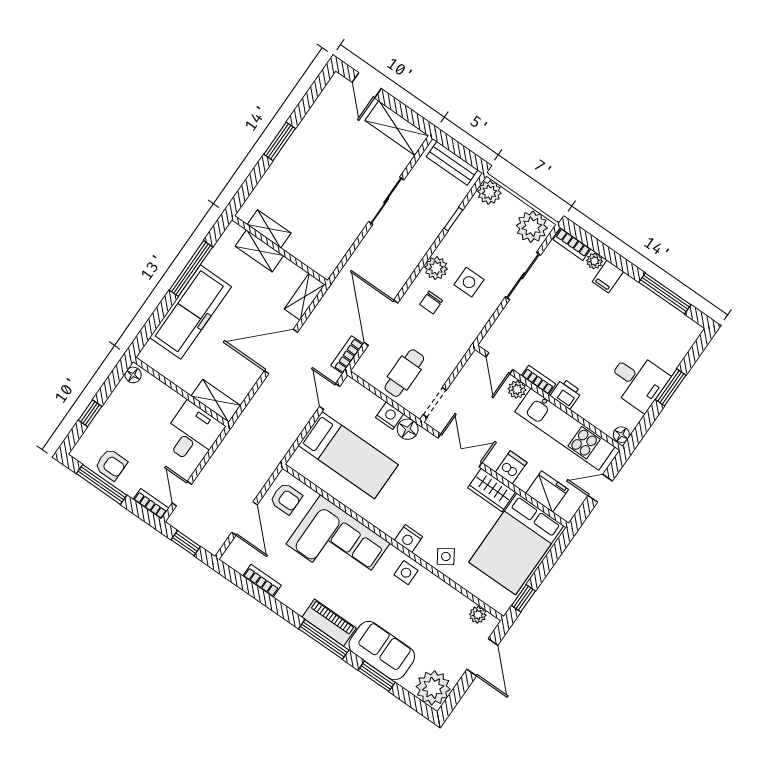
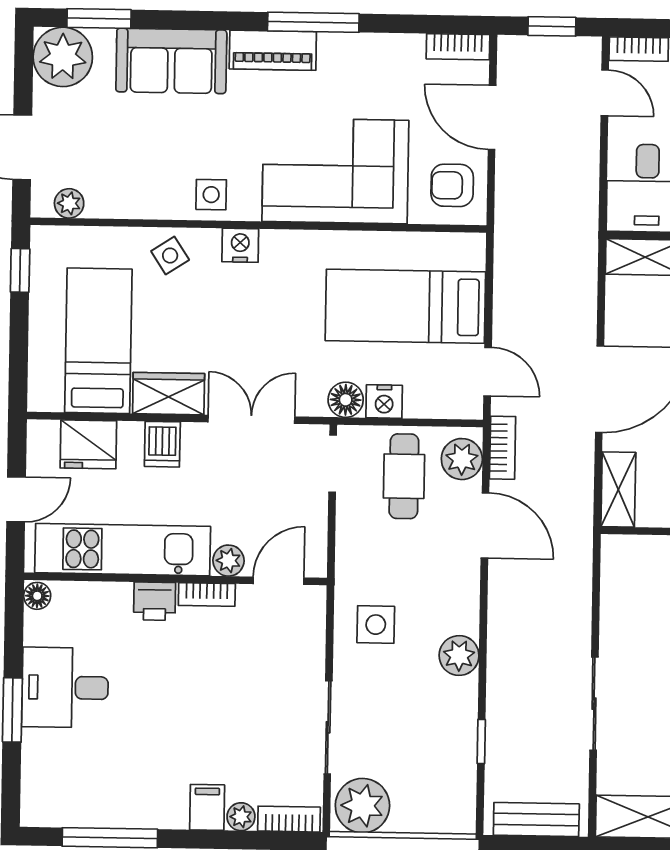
plant: (489, 192) -> (462, 459), moved
side table: (469, 282) -> (376, 625), moved
chair: (431, 303) -> (433, 602), removed
door: (381, 323) -> (485, 525), width x0.73
door: (499, 363) -> (278, 581), hinge flipped
double door: (460, 450) -> (251, 419), swing flipped
bed: (516, 544) -> (98, 341), width x0.67
bookcase: (262, 581) -> (458, 47), moved
window: (324, 639) -> (313, 22), moved
window: (377, 676) -> (99, 18), moved

